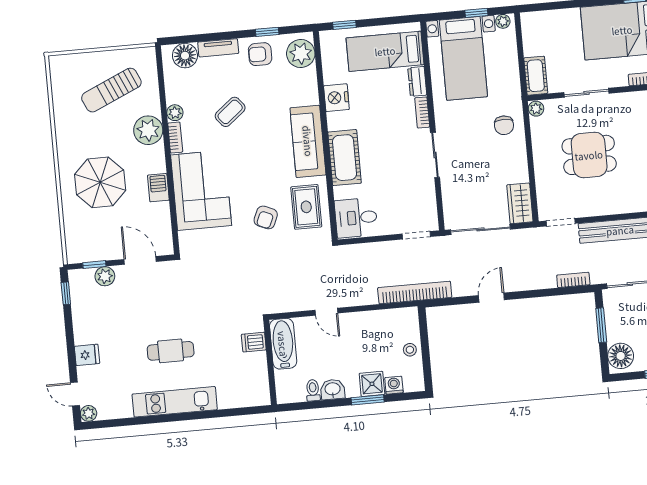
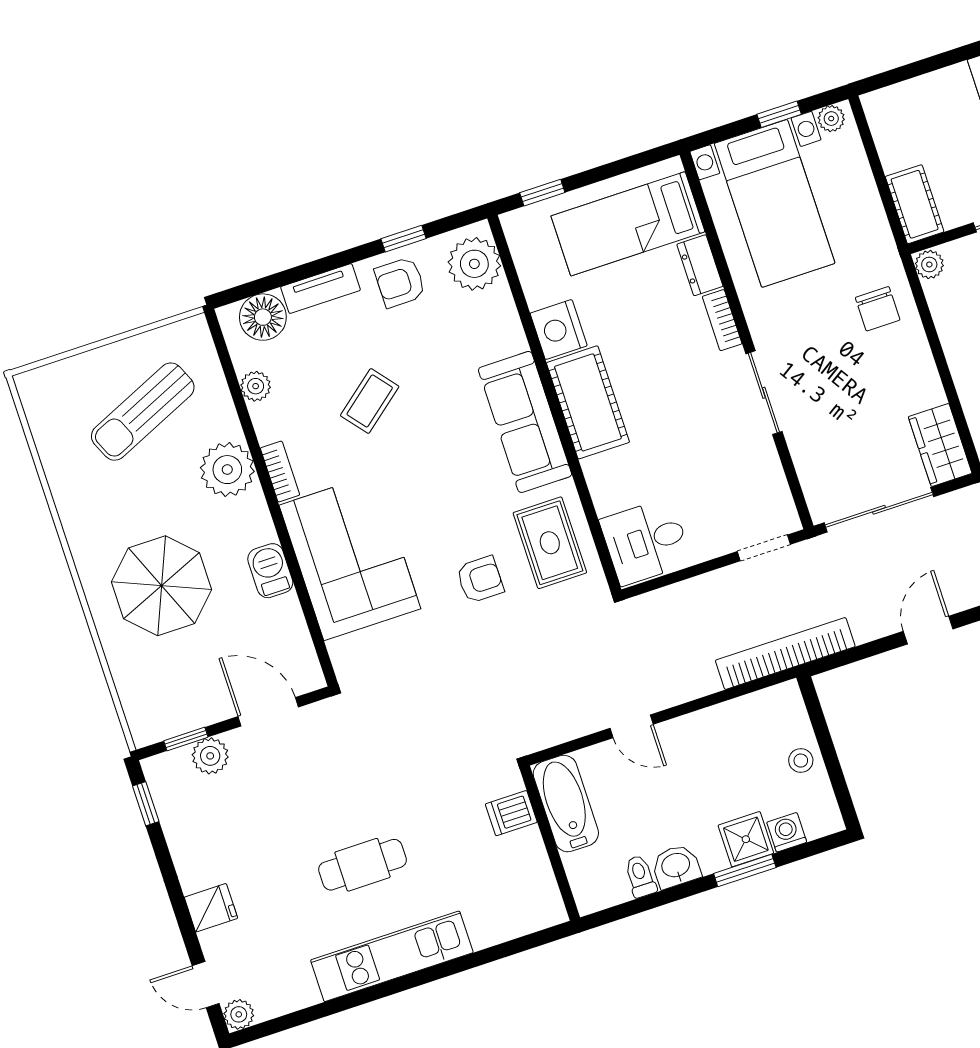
plant: (175, 113) -> (256, 386), moved
cot: (345, 158) -> (588, 402), moved
armchair: (266, 217) -> (480, 579), turned -113

